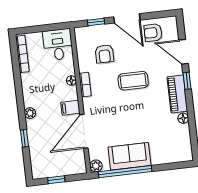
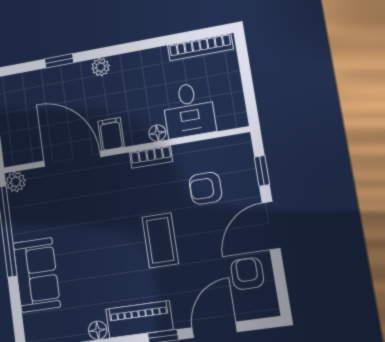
desk: (58, 45) -> (189, 110), moved, turned 90
sofa: (129, 156) -> (37, 275), moved

